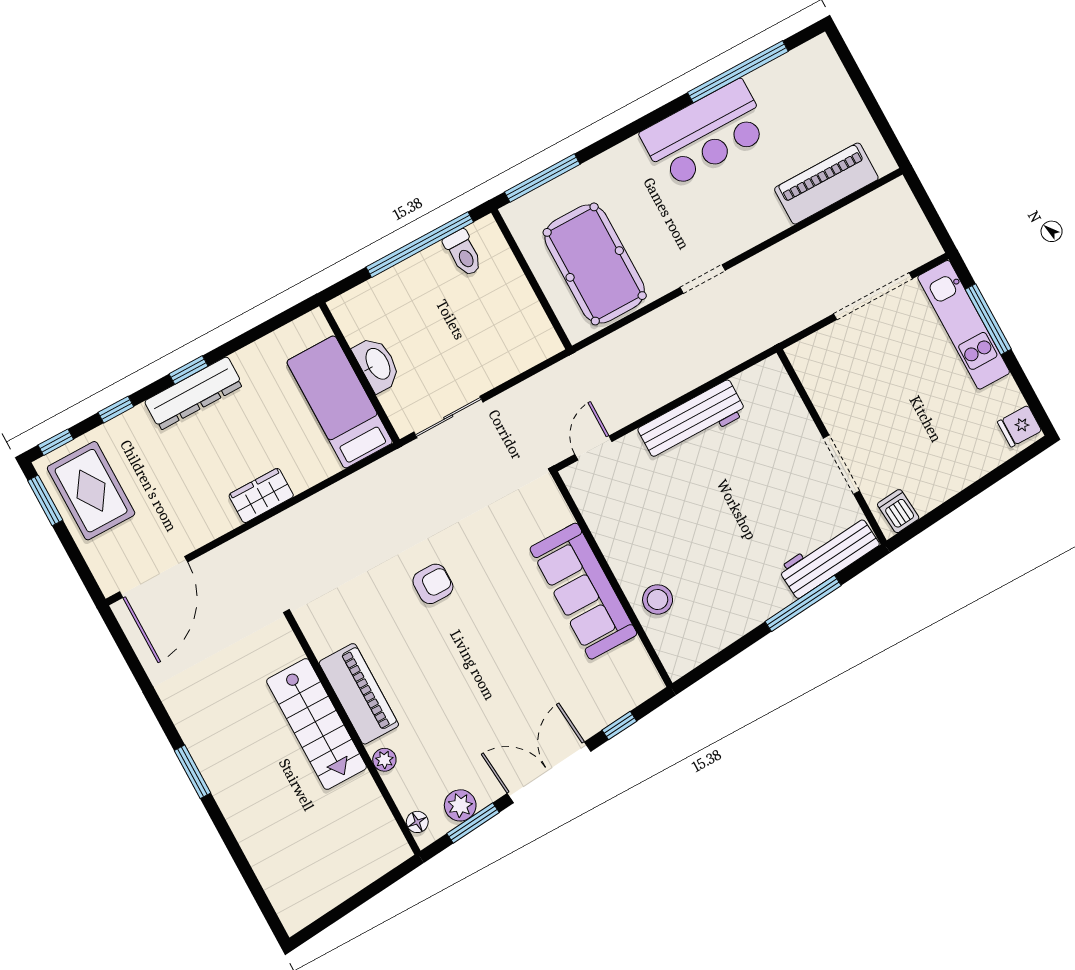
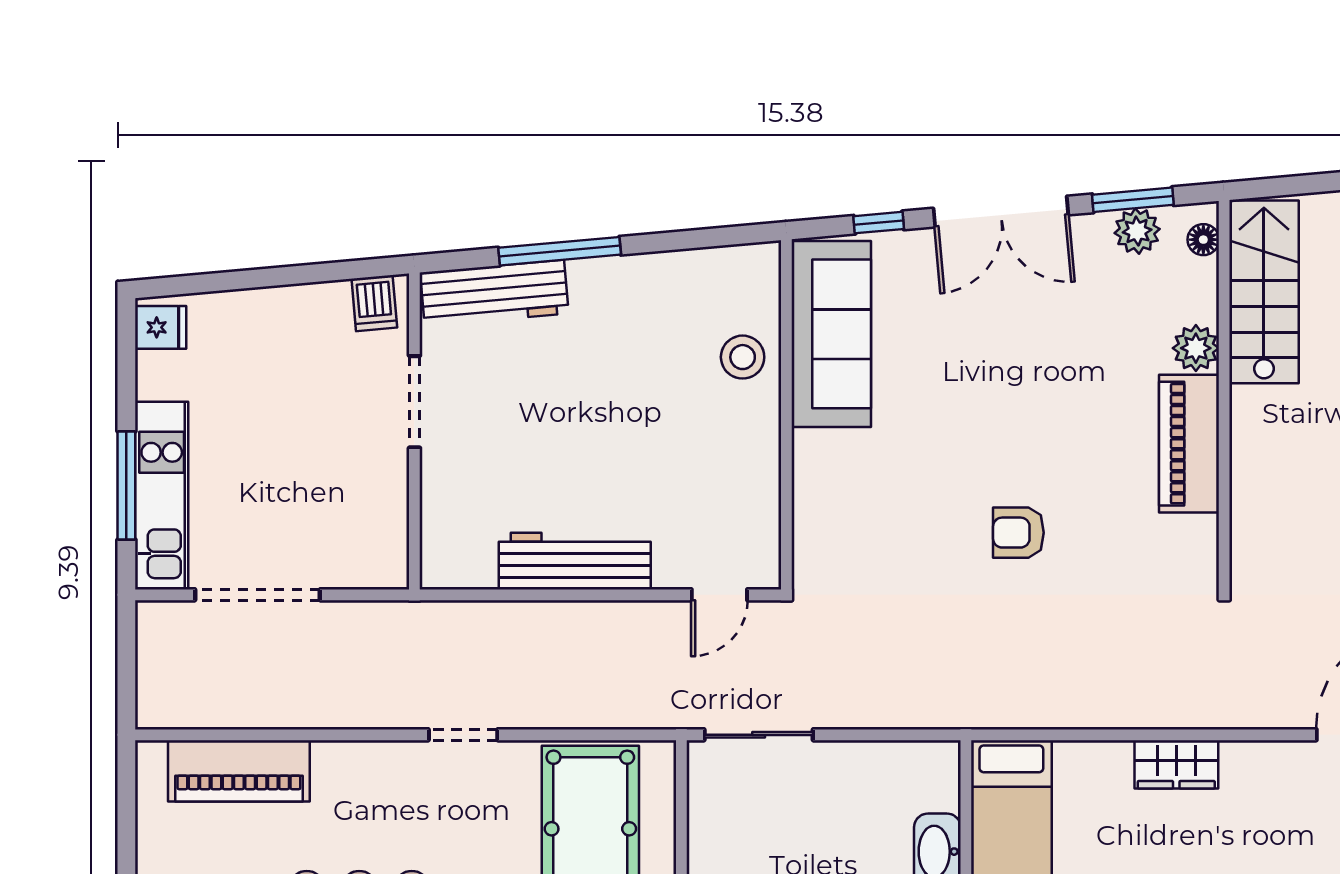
sliding door: (448, 417) -> (759, 735), moved
sofa: (583, 591) -> (831, 334), moved
stairs: (317, 724) -> (1264, 292), moved
plant: (384, 760) -> (1196, 348), width x1.38, depth x1.38

